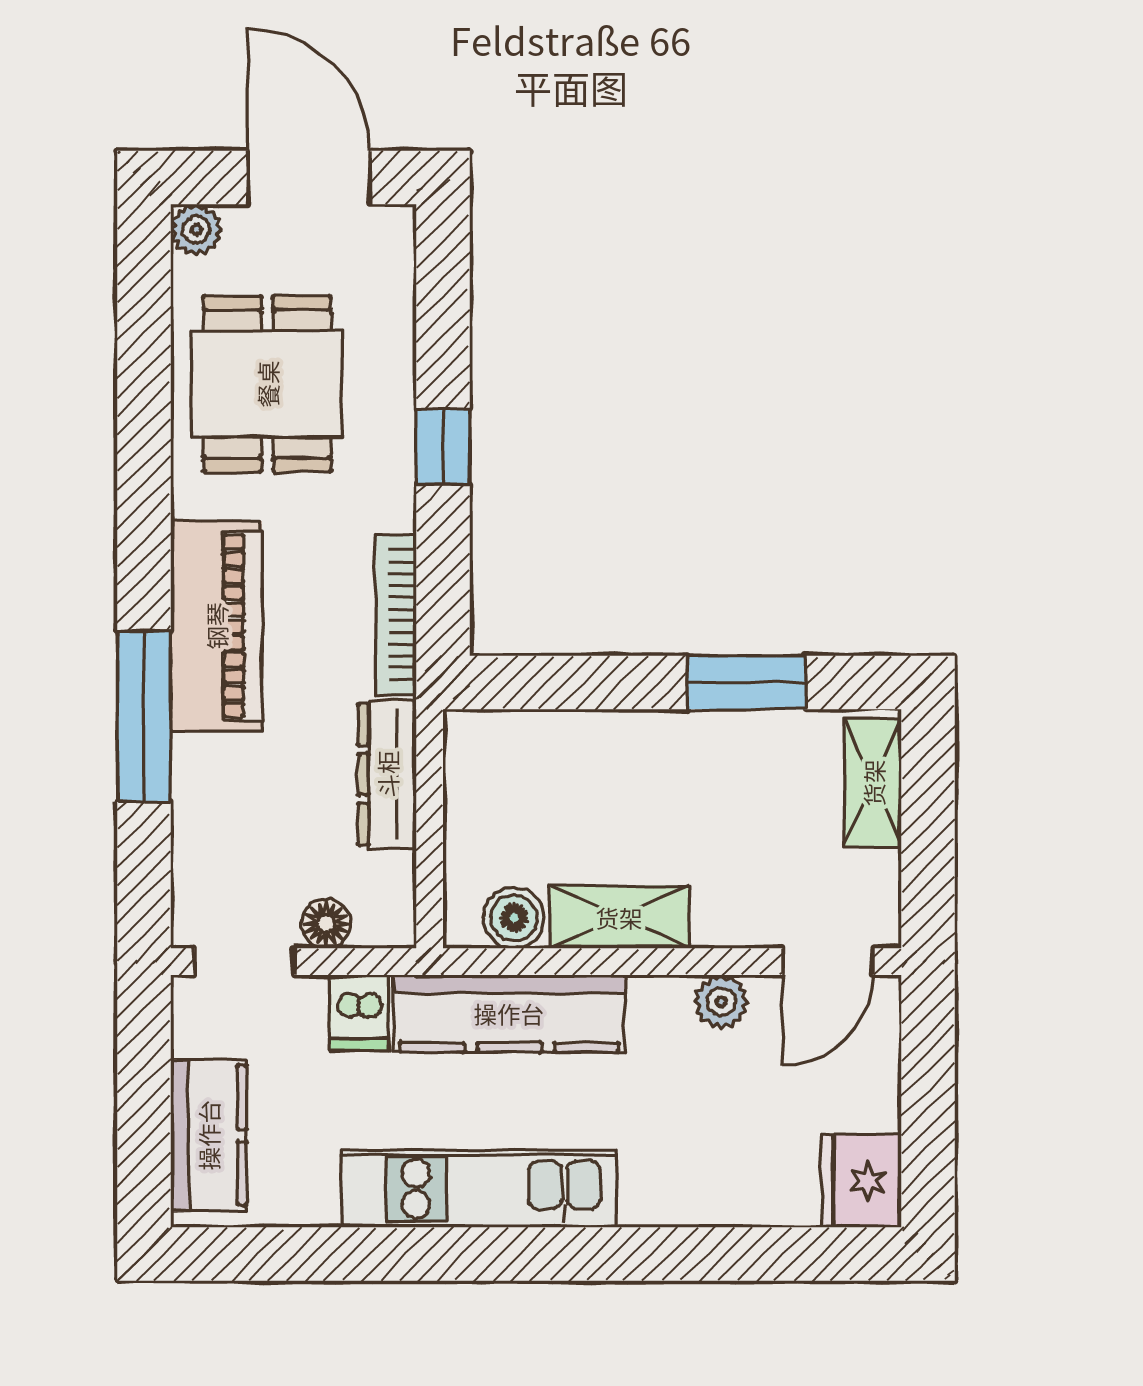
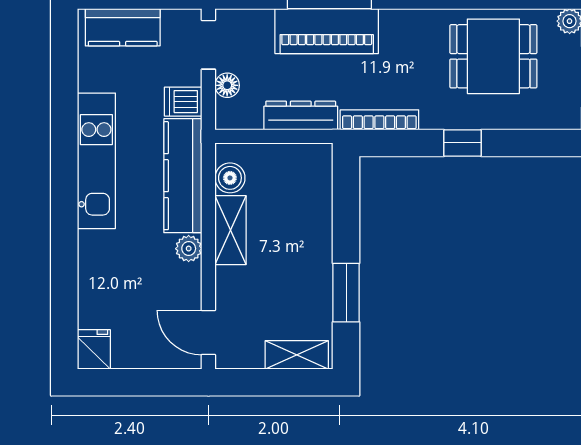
piano: (216, 626) -> (327, 31), moved
plant: (721, 1002) -> (189, 249), moved
fridge: (862, 1181) -> (94, 349), width x0.72

